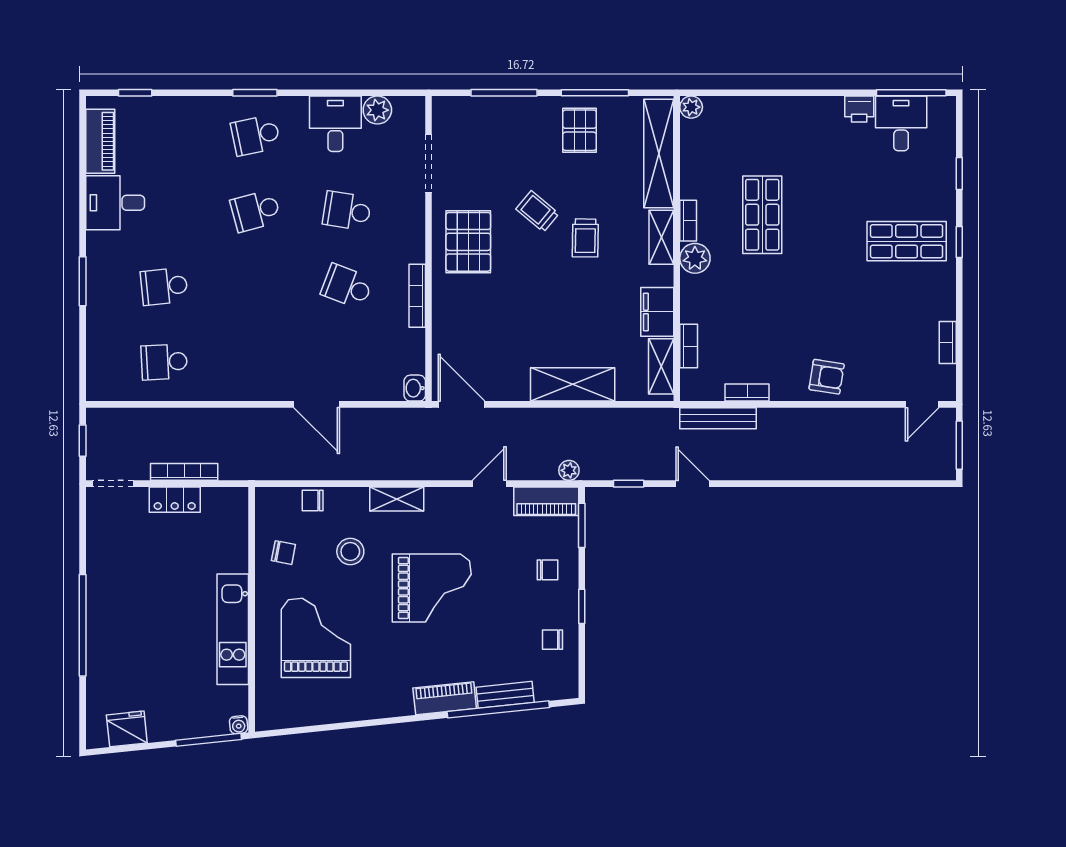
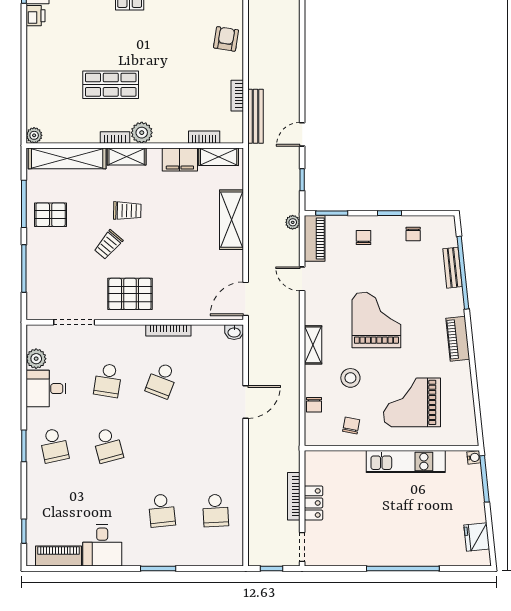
piano: (445, 698) -> (458, 339), moved

